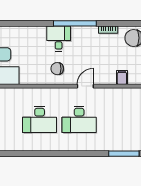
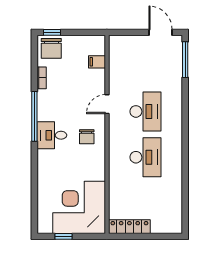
door: (85, 86) -> (107, 104), hinge flipped

